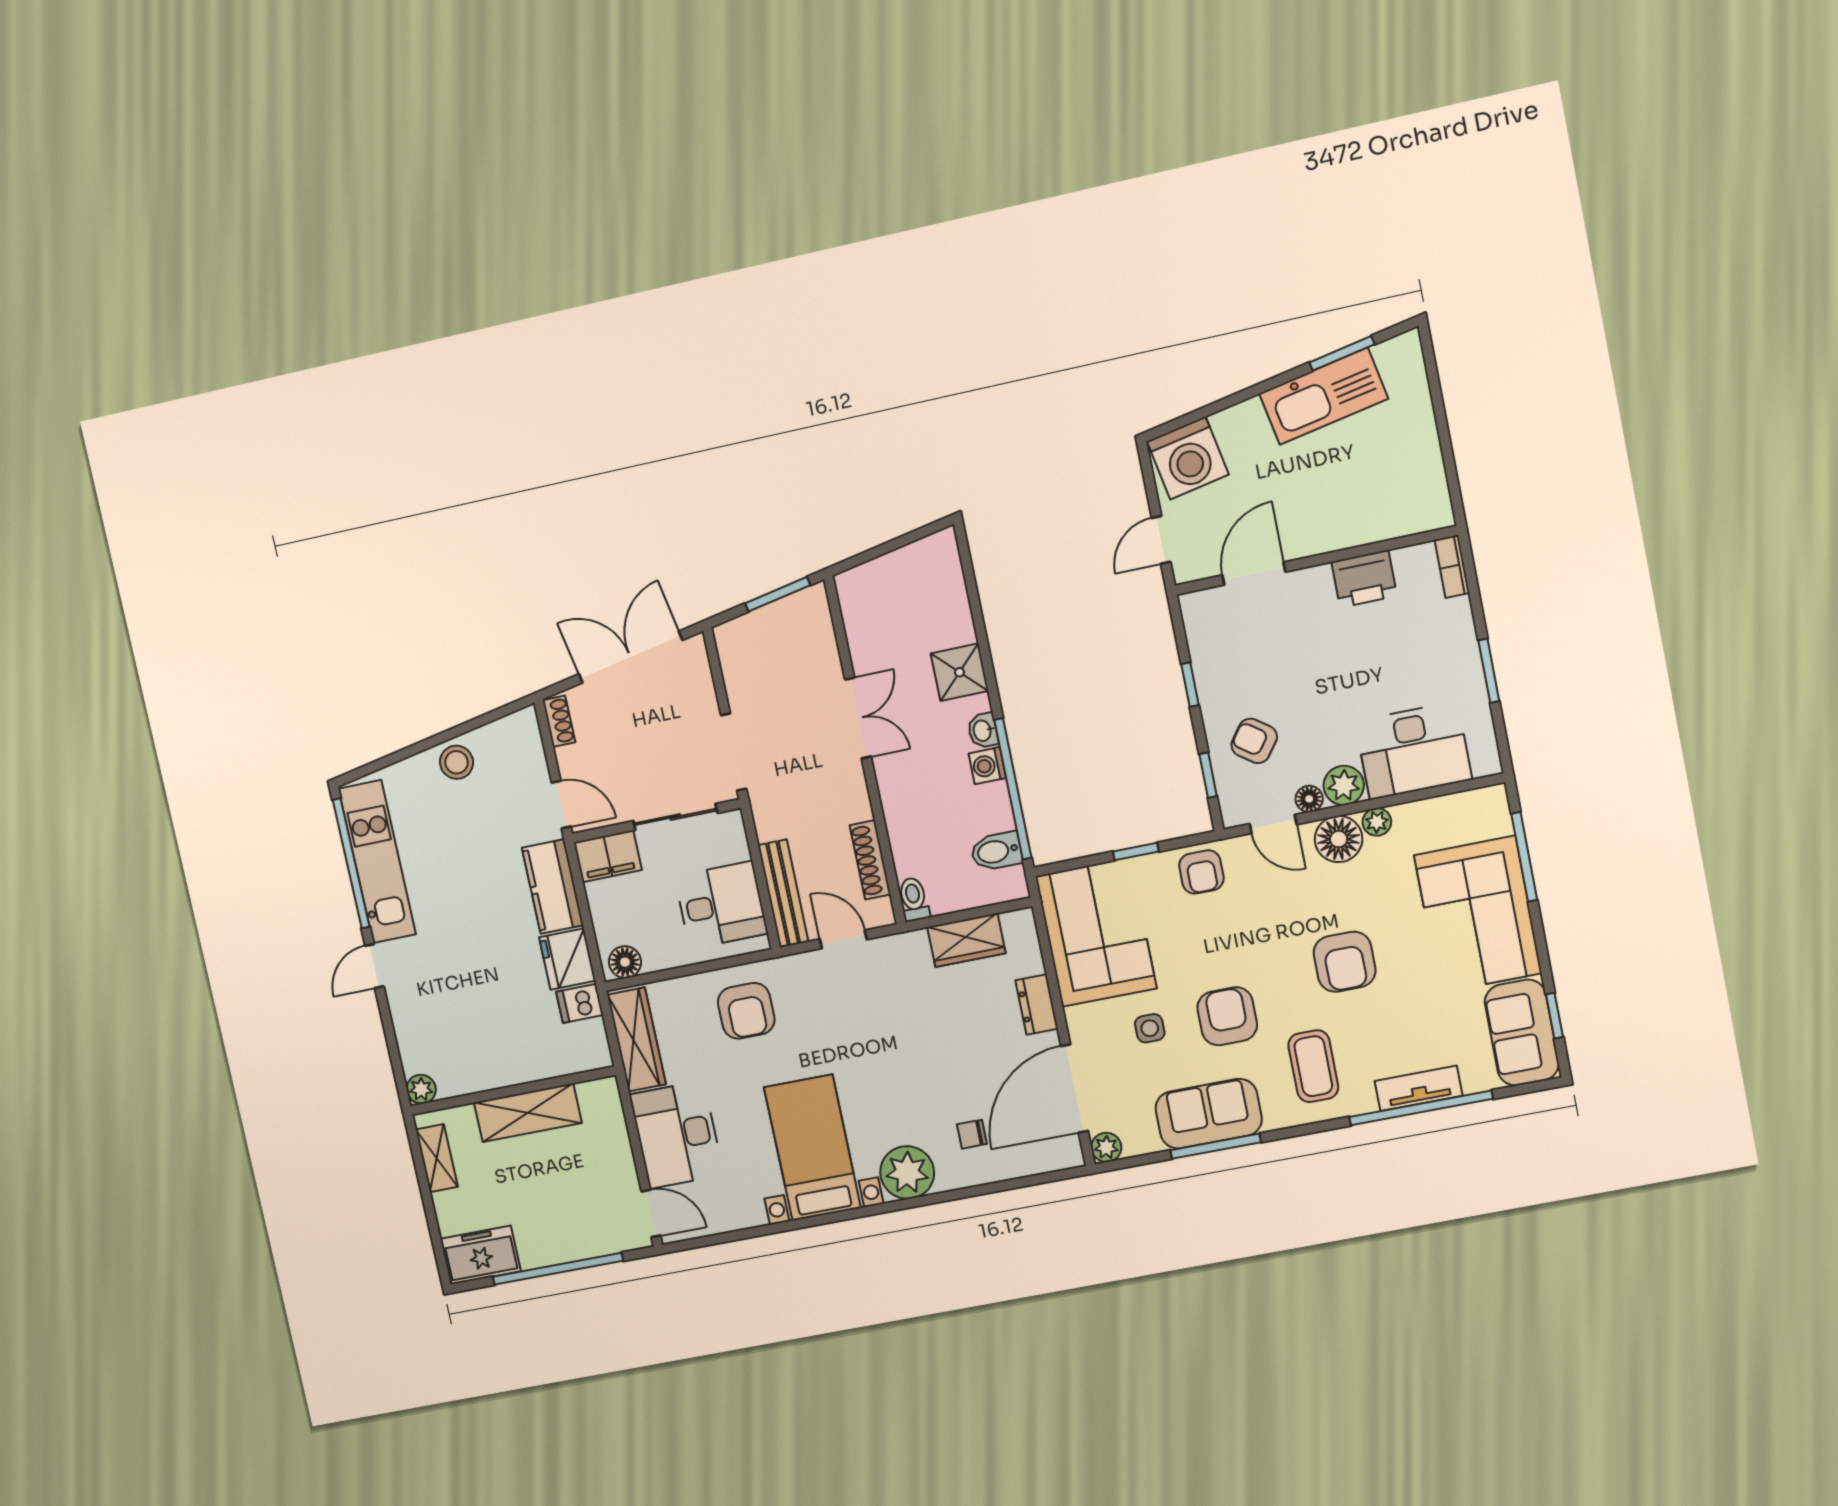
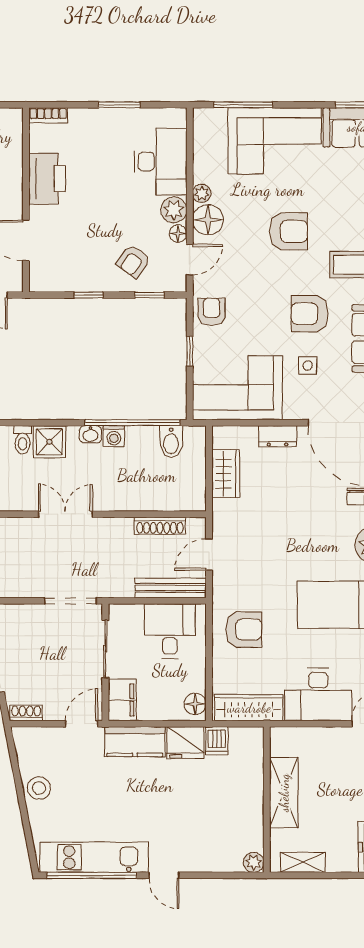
printer: (1364, 579) -> (47, 179), width x1.37, depth x1.19
armchair: (1201, 872) -> (212, 312), turned -90
toilet: (914, 899) -> (23, 440), moved, turned -90

